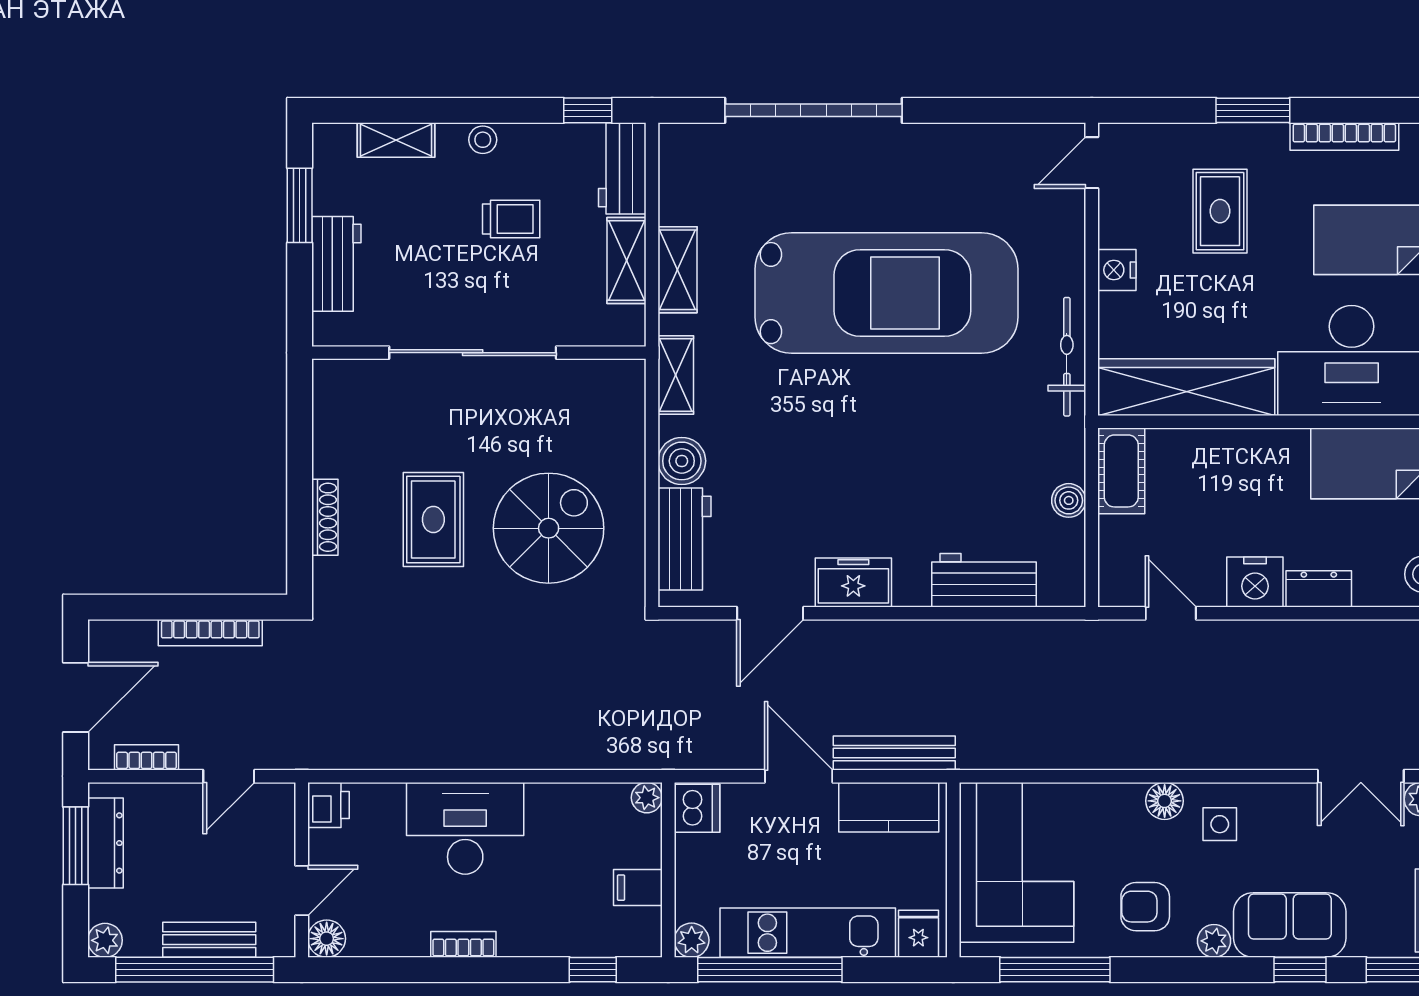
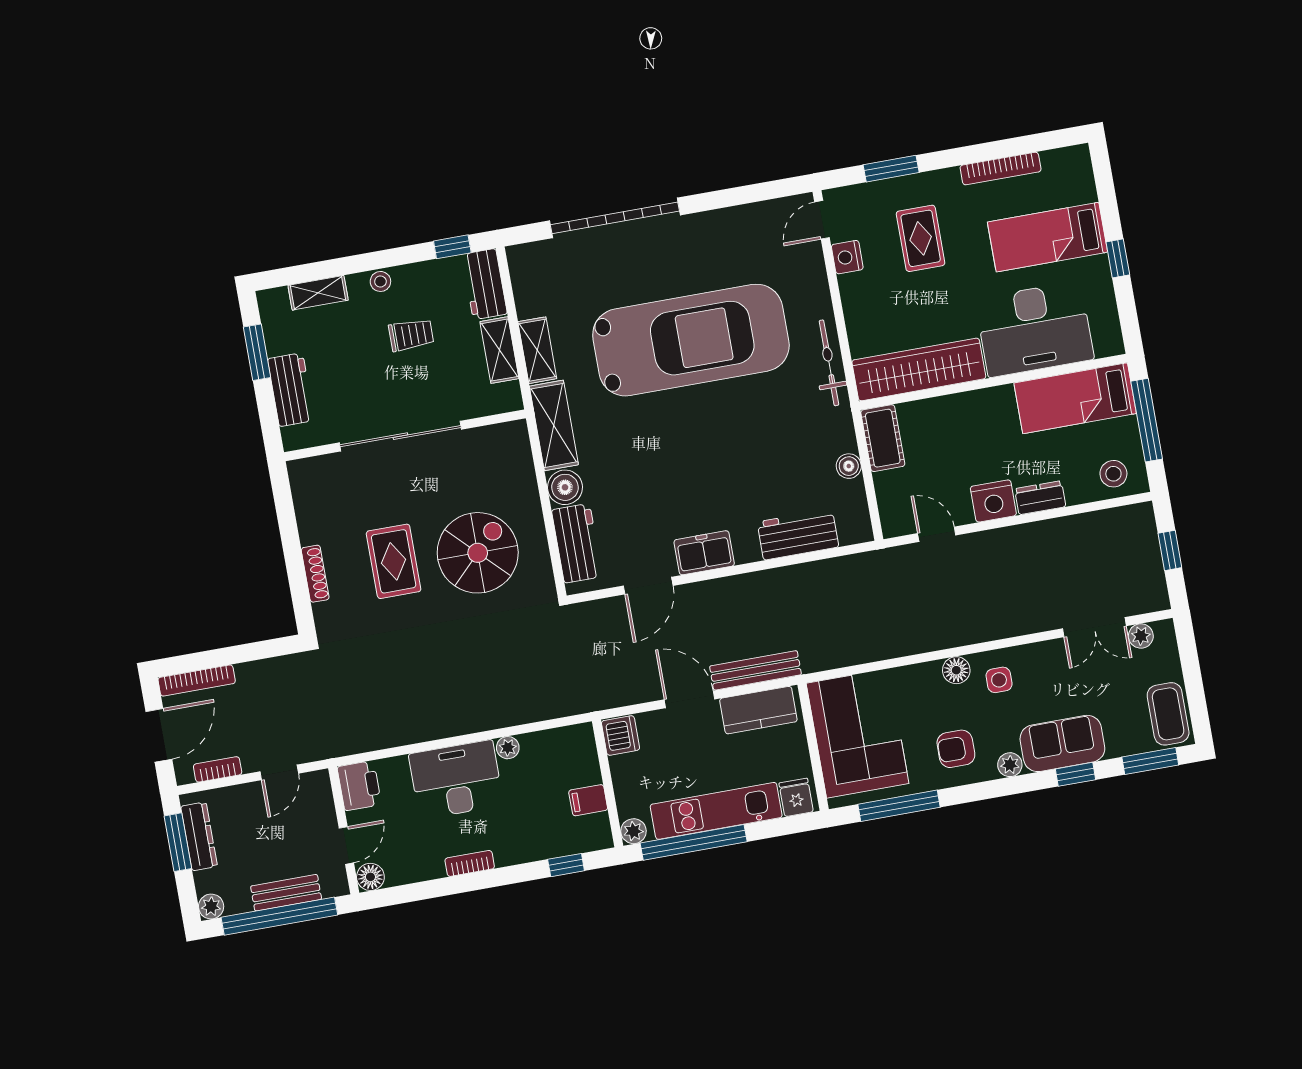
window: (1253, 110) -> (891, 169), moved
nightstand: (1117, 270) -> (847, 257), moved
shelving: (676, 375) -> (554, 425), width x1.50, depth x1.33
bookcase: (210, 633) -> (197, 680), moved
plant: (647, 798) -> (508, 748), moved
printer: (328, 805) -> (359, 786), width x1.36, depth x1.24

